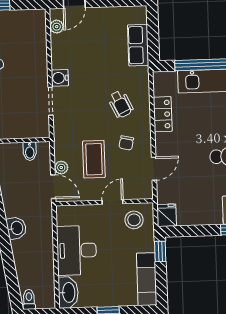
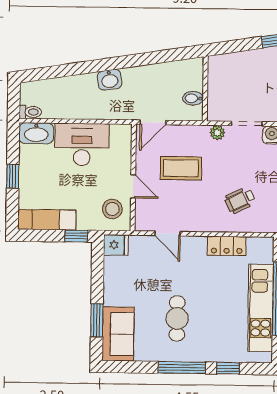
chair: (126, 143) -> (197, 204), removed
plant: (61, 168) -> (217, 133), moved
toilet: (29, 299) -> (30, 112), moved

